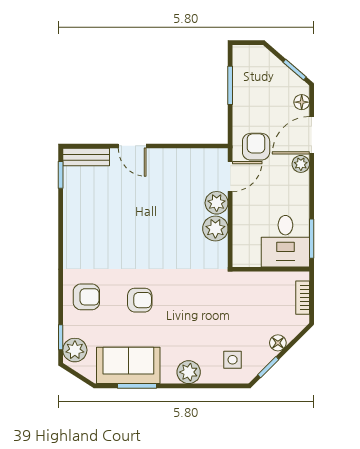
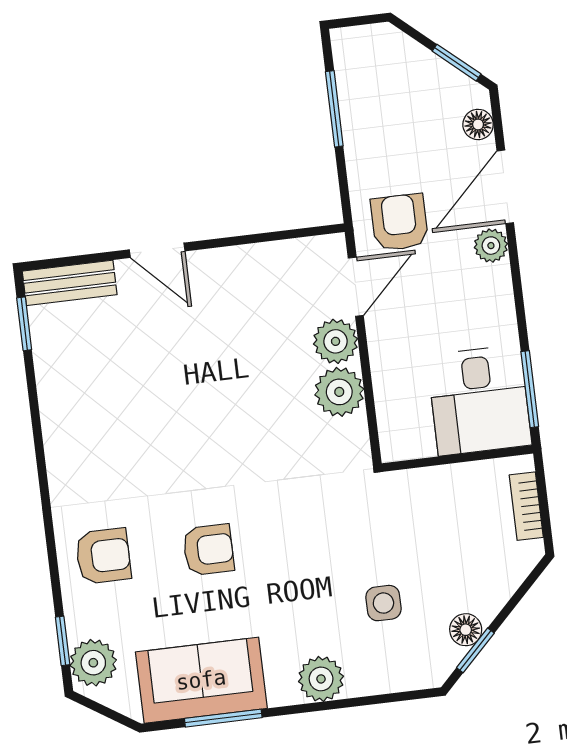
floor lamp: (278, 343) -> (466, 630), moved
side table: (233, 360) -> (383, 603), moved

